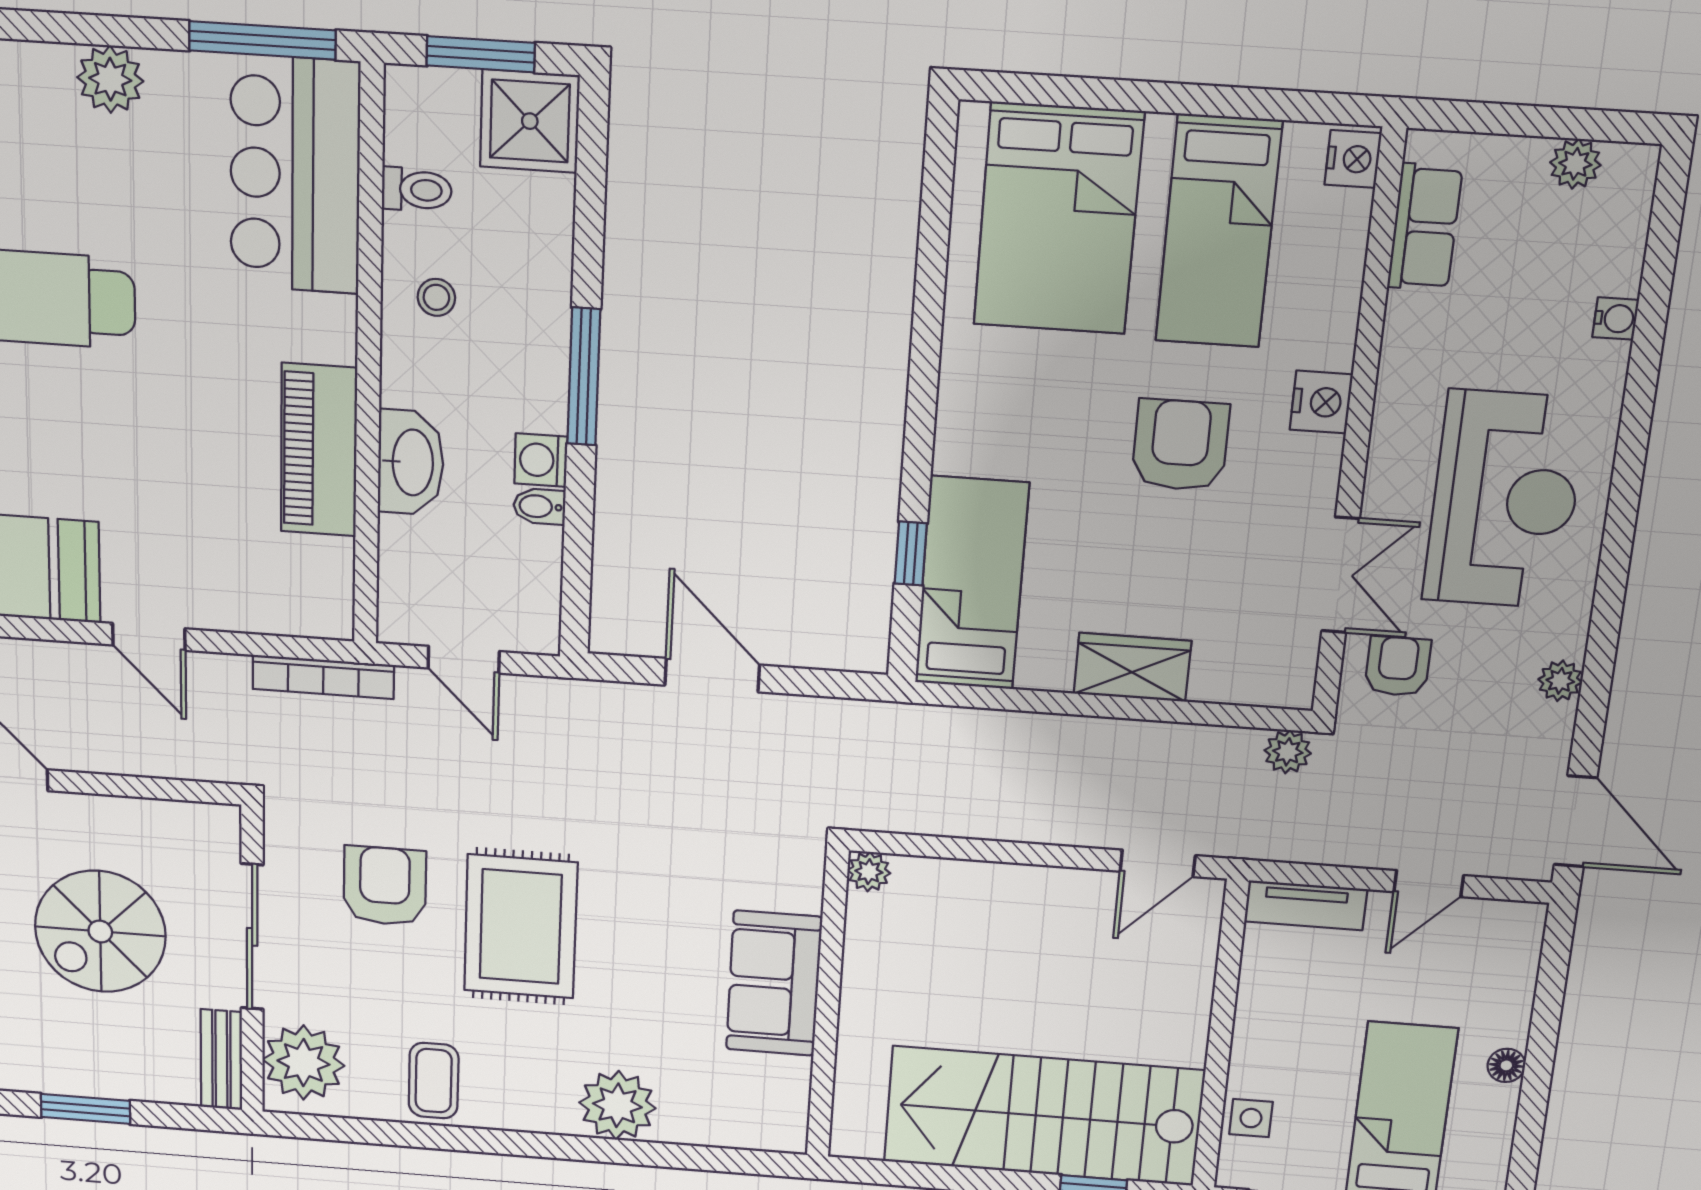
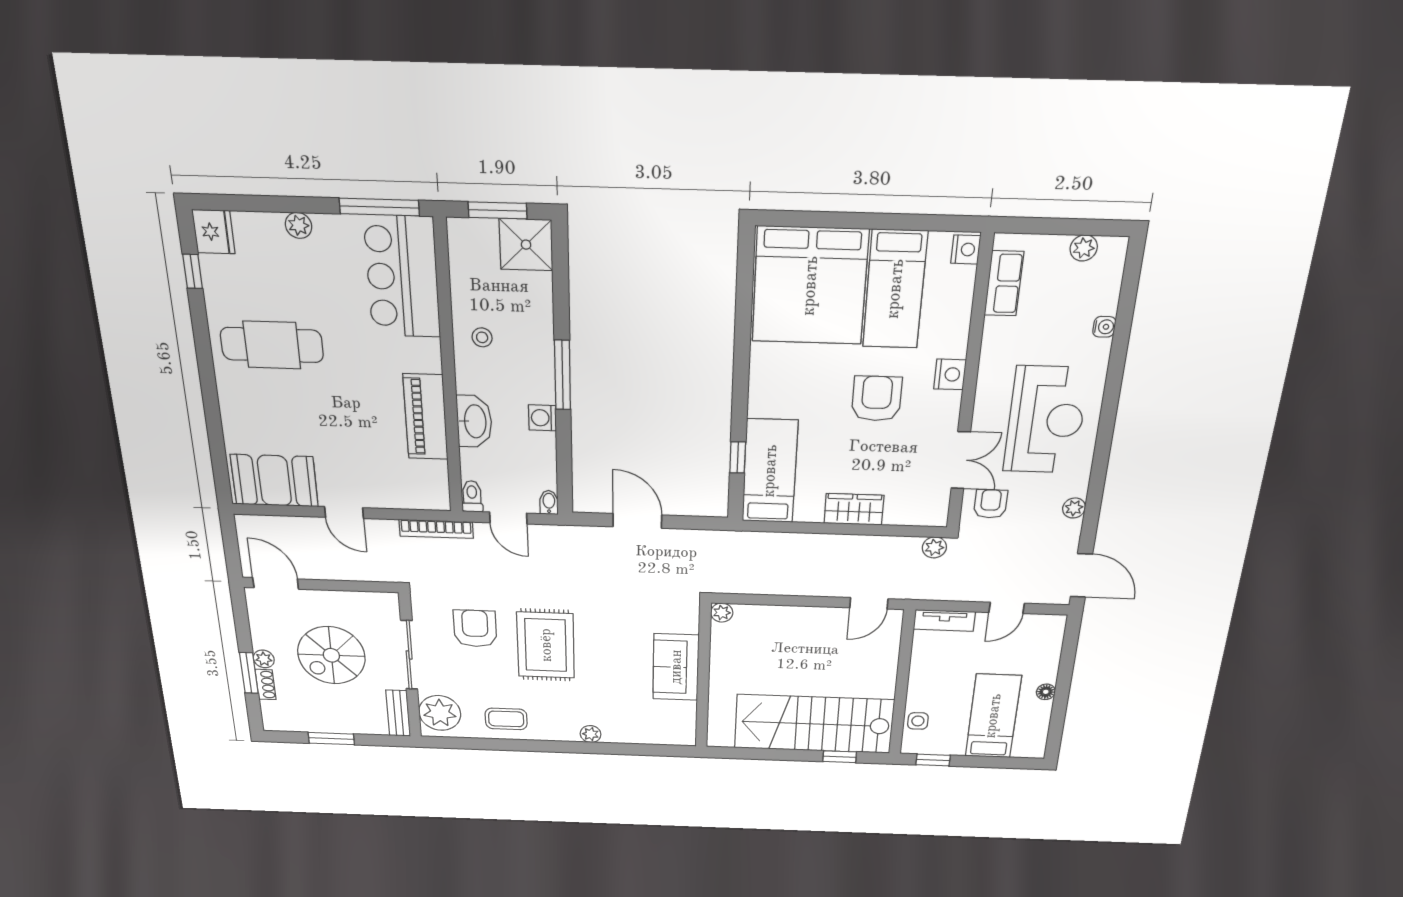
plant: (110, 79) -> (299, 225), width x0.73, depth x0.73
toilet: (417, 190) -> (472, 496), moved, turned -90
bed: (1058, 219) -> (810, 286), width x1.36
bidet: (539, 506) -> (549, 502), moved, turned 90
coffee table: (434, 1081) -> (506, 719), turned 90
plant: (617, 1105) -> (591, 734), width x0.53, depth x0.53

